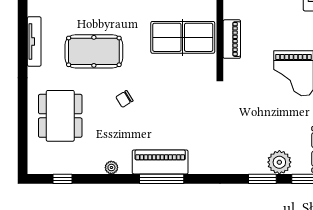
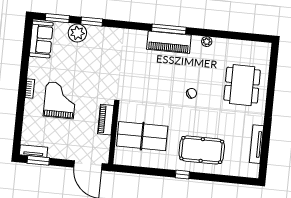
piano: (232, 39) -> (106, 120), moved
pool table: (94, 51) -> (202, 150), moved
window: (63, 179) -> (245, 37), removed

